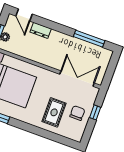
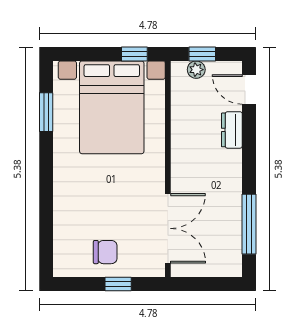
door: (24, 15) -> (249, 89), hinge flipped
rug: (54, 112) -> (91, 209), removed

